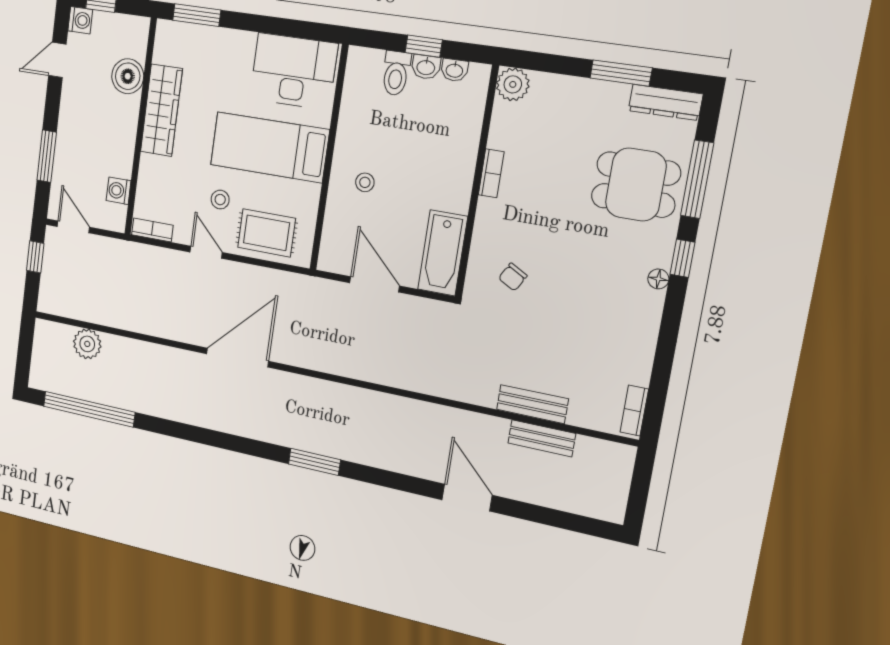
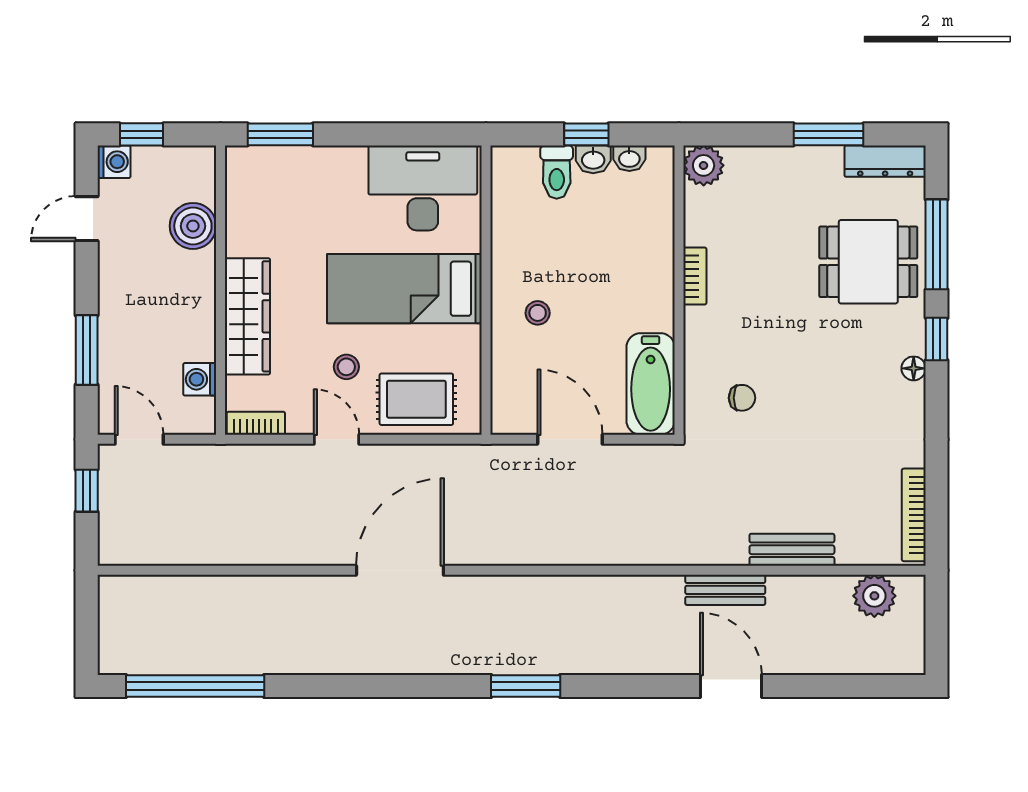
wardrobe: (161, 110) -> (247, 316), moved
chair: (513, 277) -> (742, 398), turned -119
plant: (87, 344) -> (874, 596), moved
bookcase: (634, 411) -> (914, 515), width x1.56
bench: (542, 438) -> (725, 590), moved

